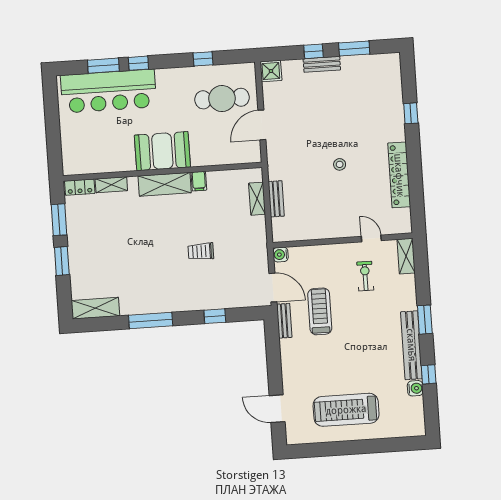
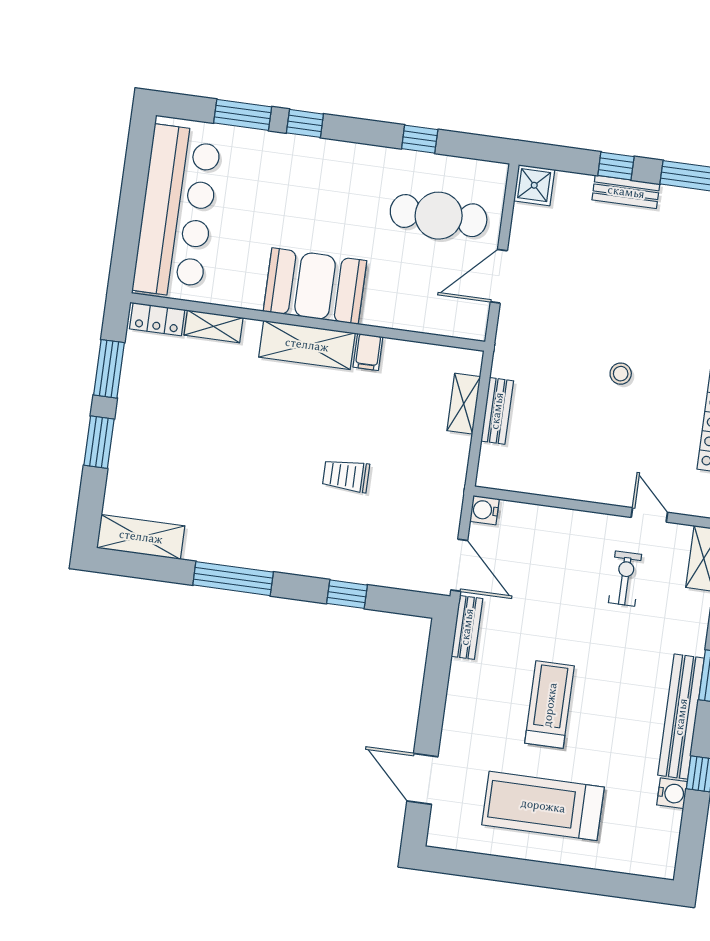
bar counter: (108, 91) -> (177, 212), moved, turned -90
treadmill: (320, 311) -> (550, 705), moved

